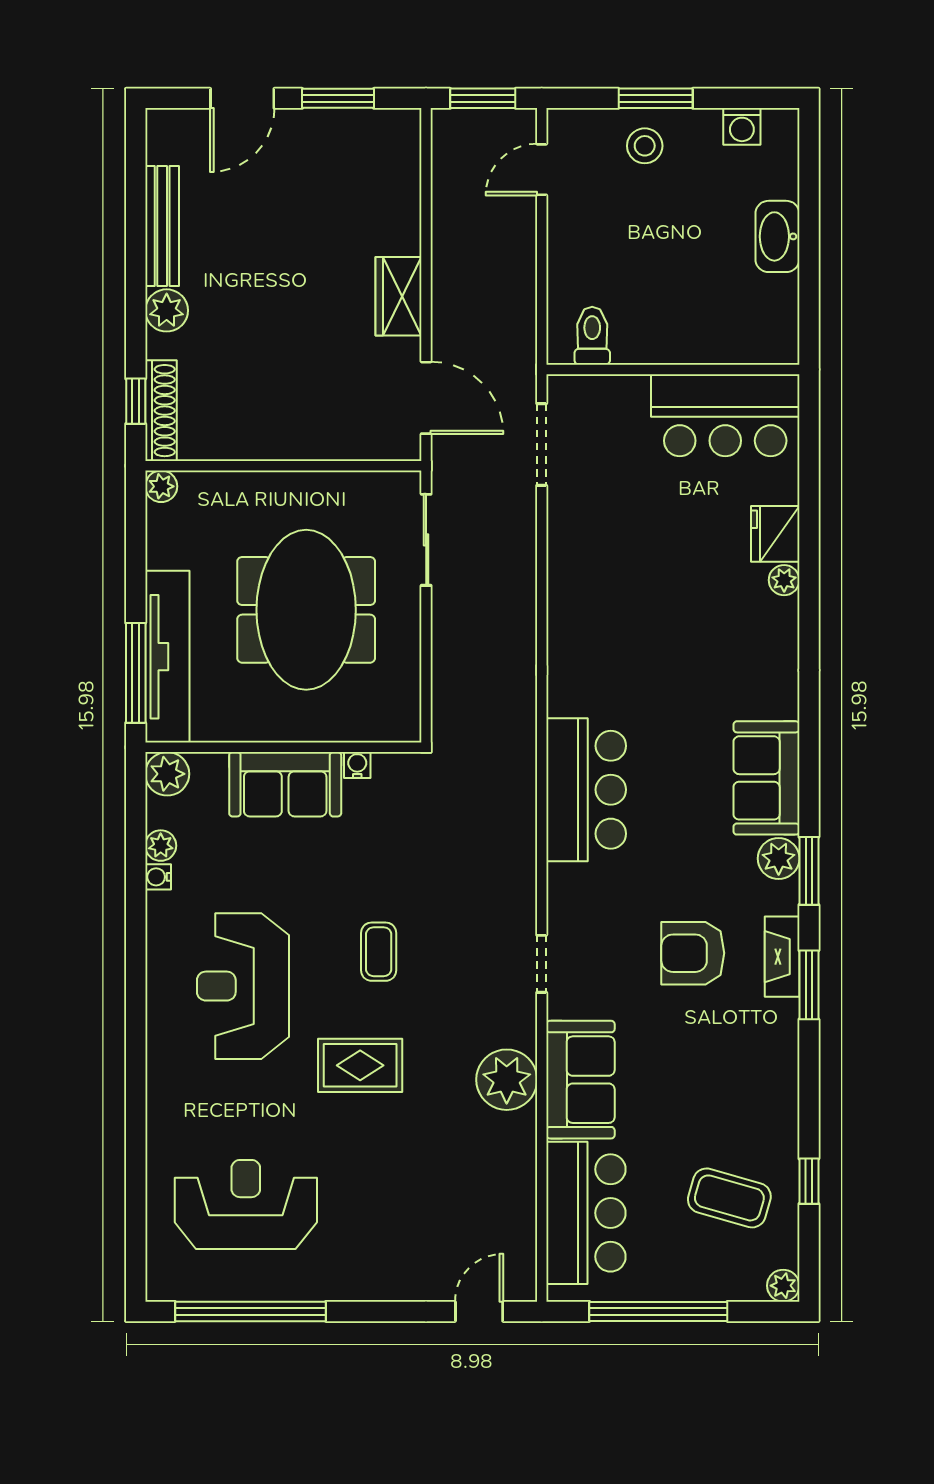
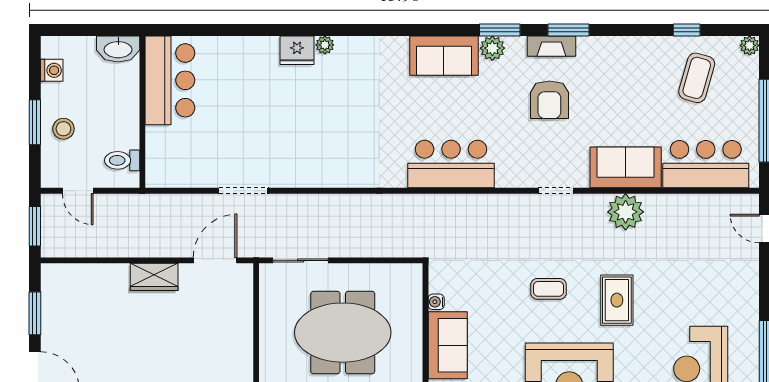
toilet: (592, 336) -> (122, 160), moved
wall: (673, 369) -> (142, 112), moved
bar counter: (725, 415) -> (170, 80), moved

